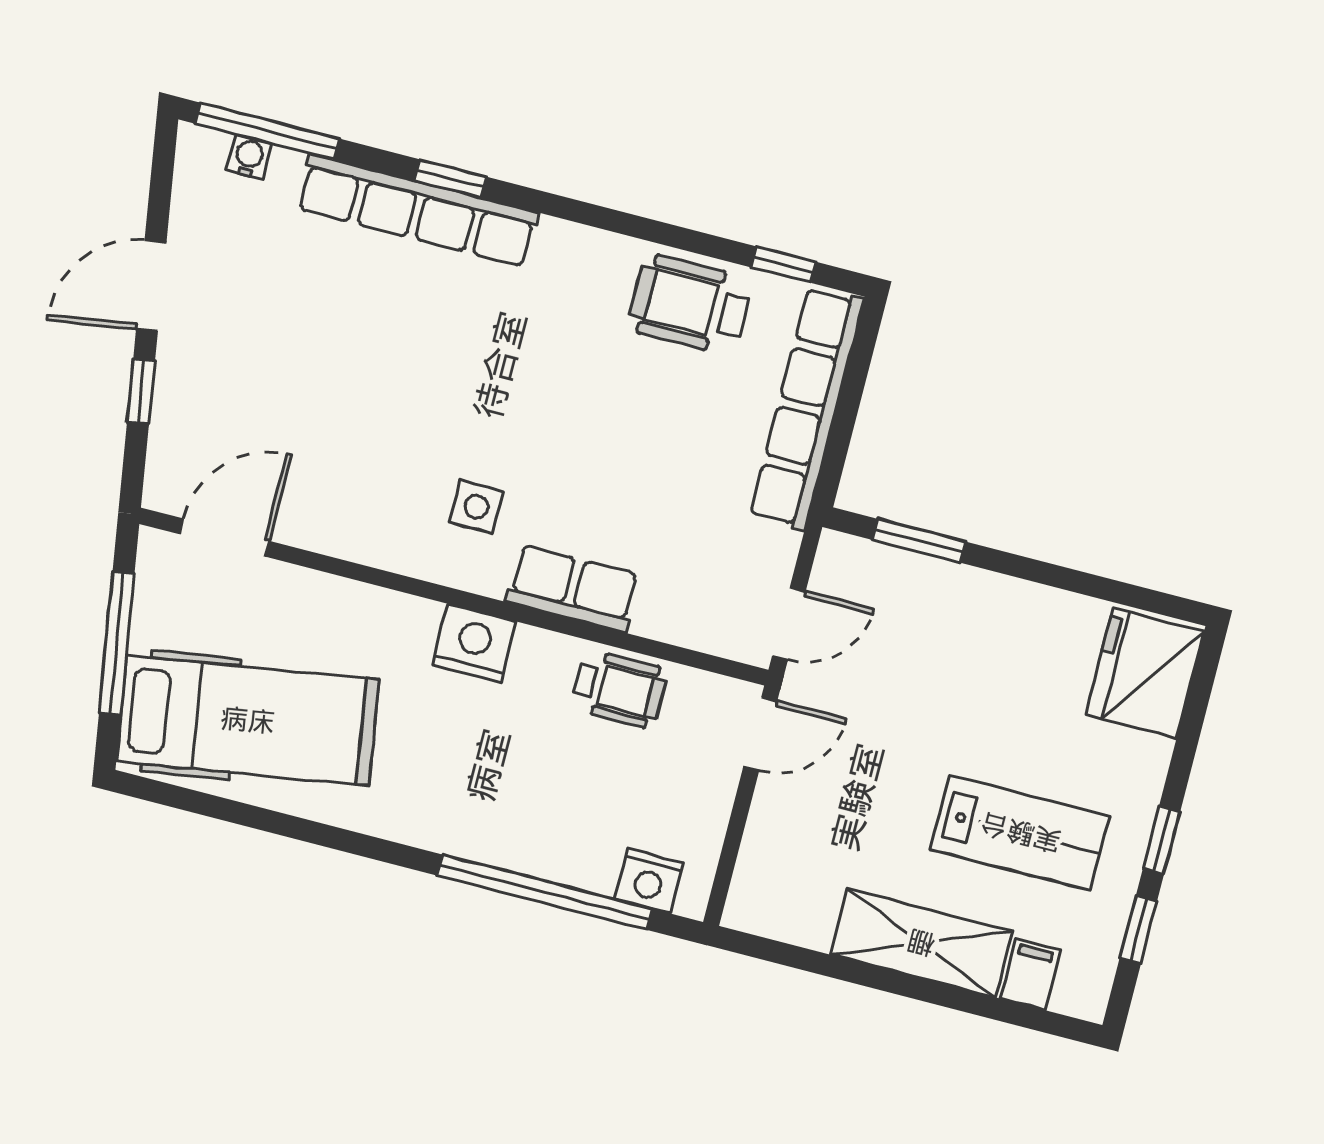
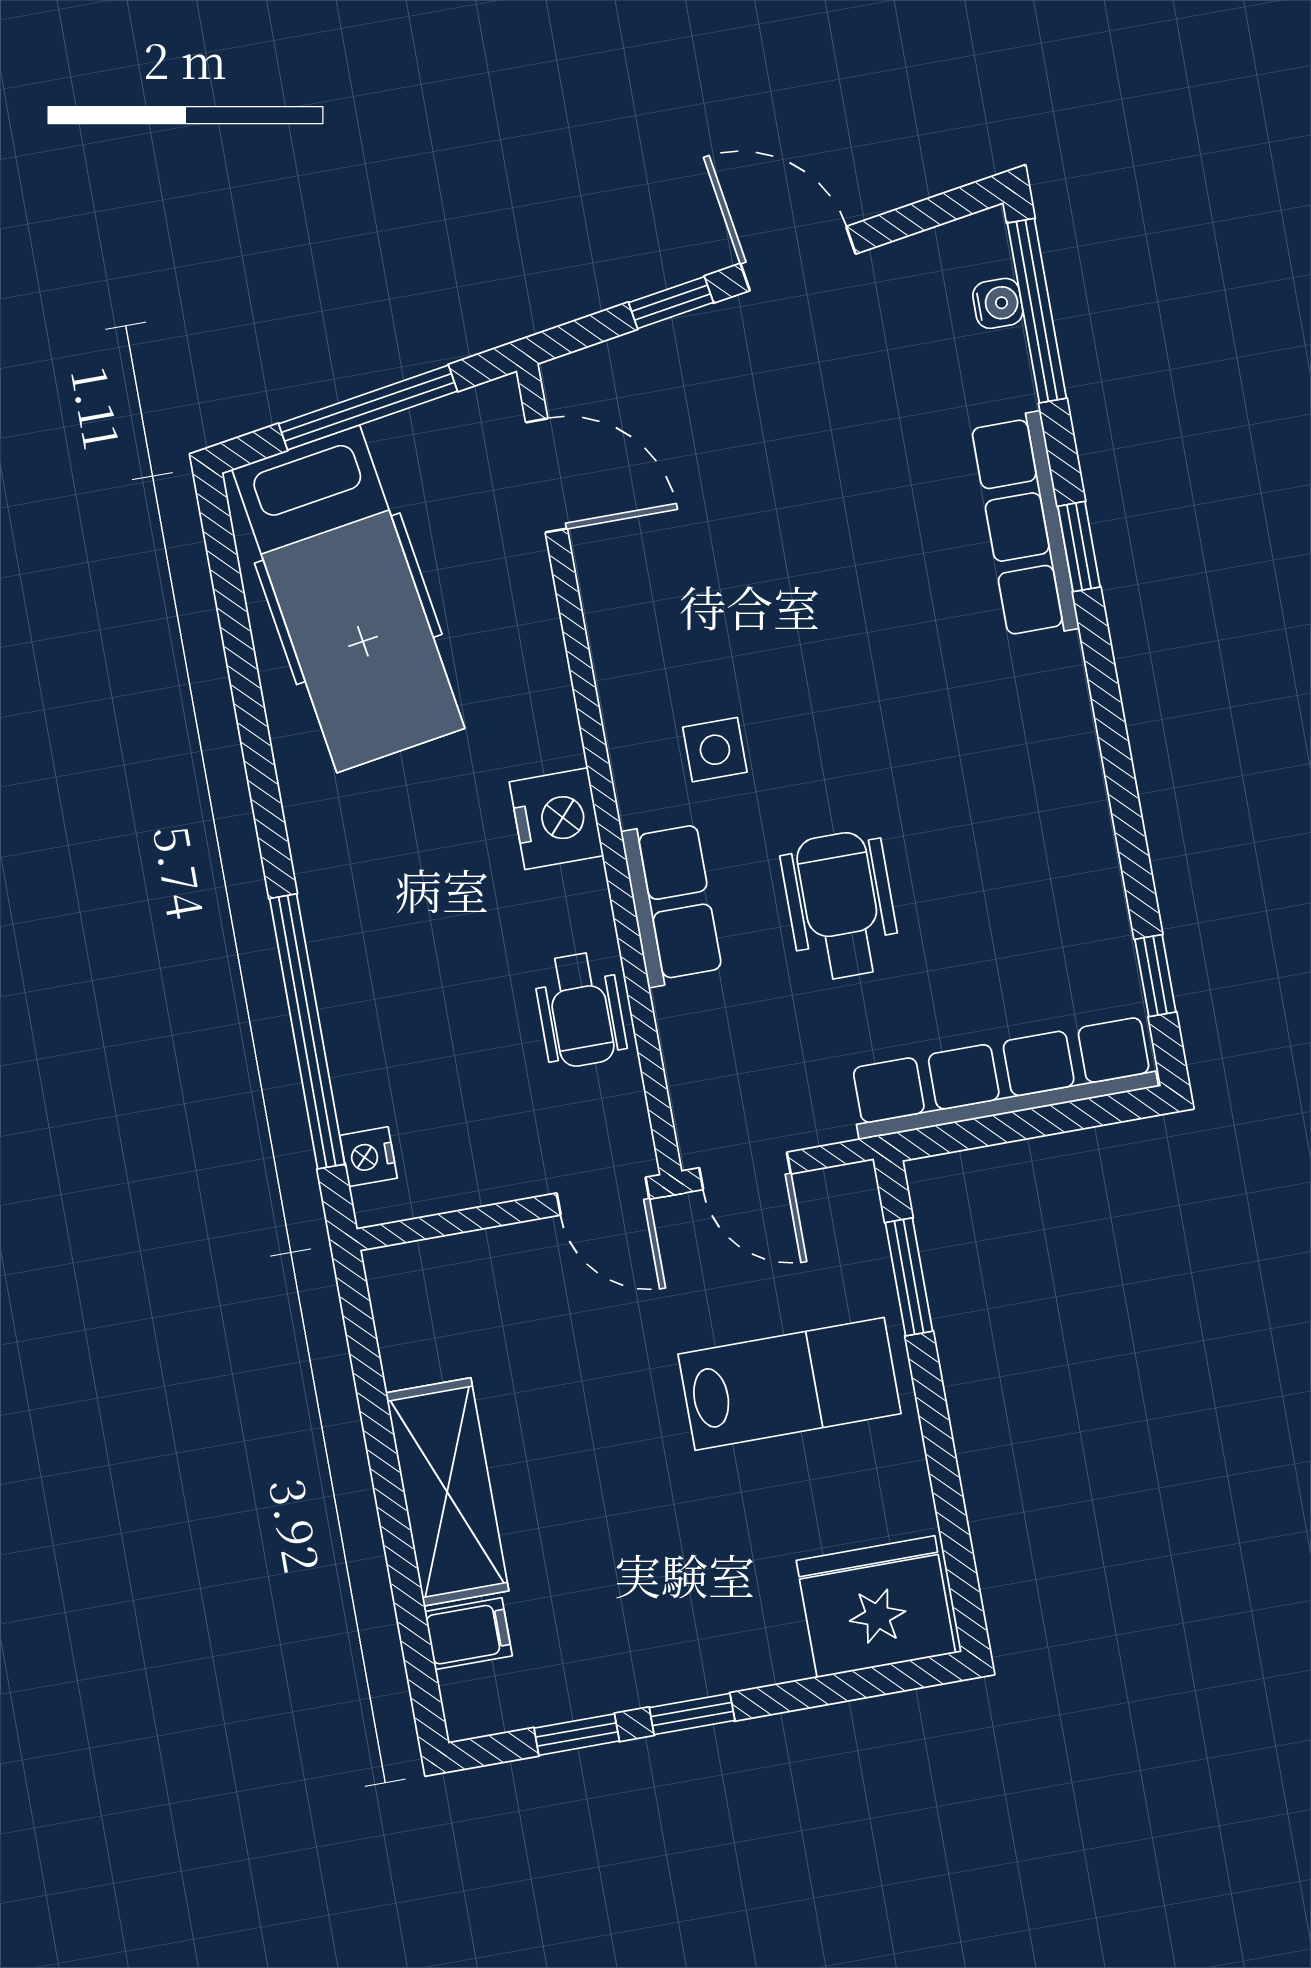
row of seats: (418, 210) -> (1025, 526), width x0.73
wheelchair: (690, 304) -> (841, 906), moved
lab bench: (1020, 833) -> (790, 1384), moved, turned -90
nightstand: (649, 881) -> (368, 1157), width x0.72, depth x0.74

